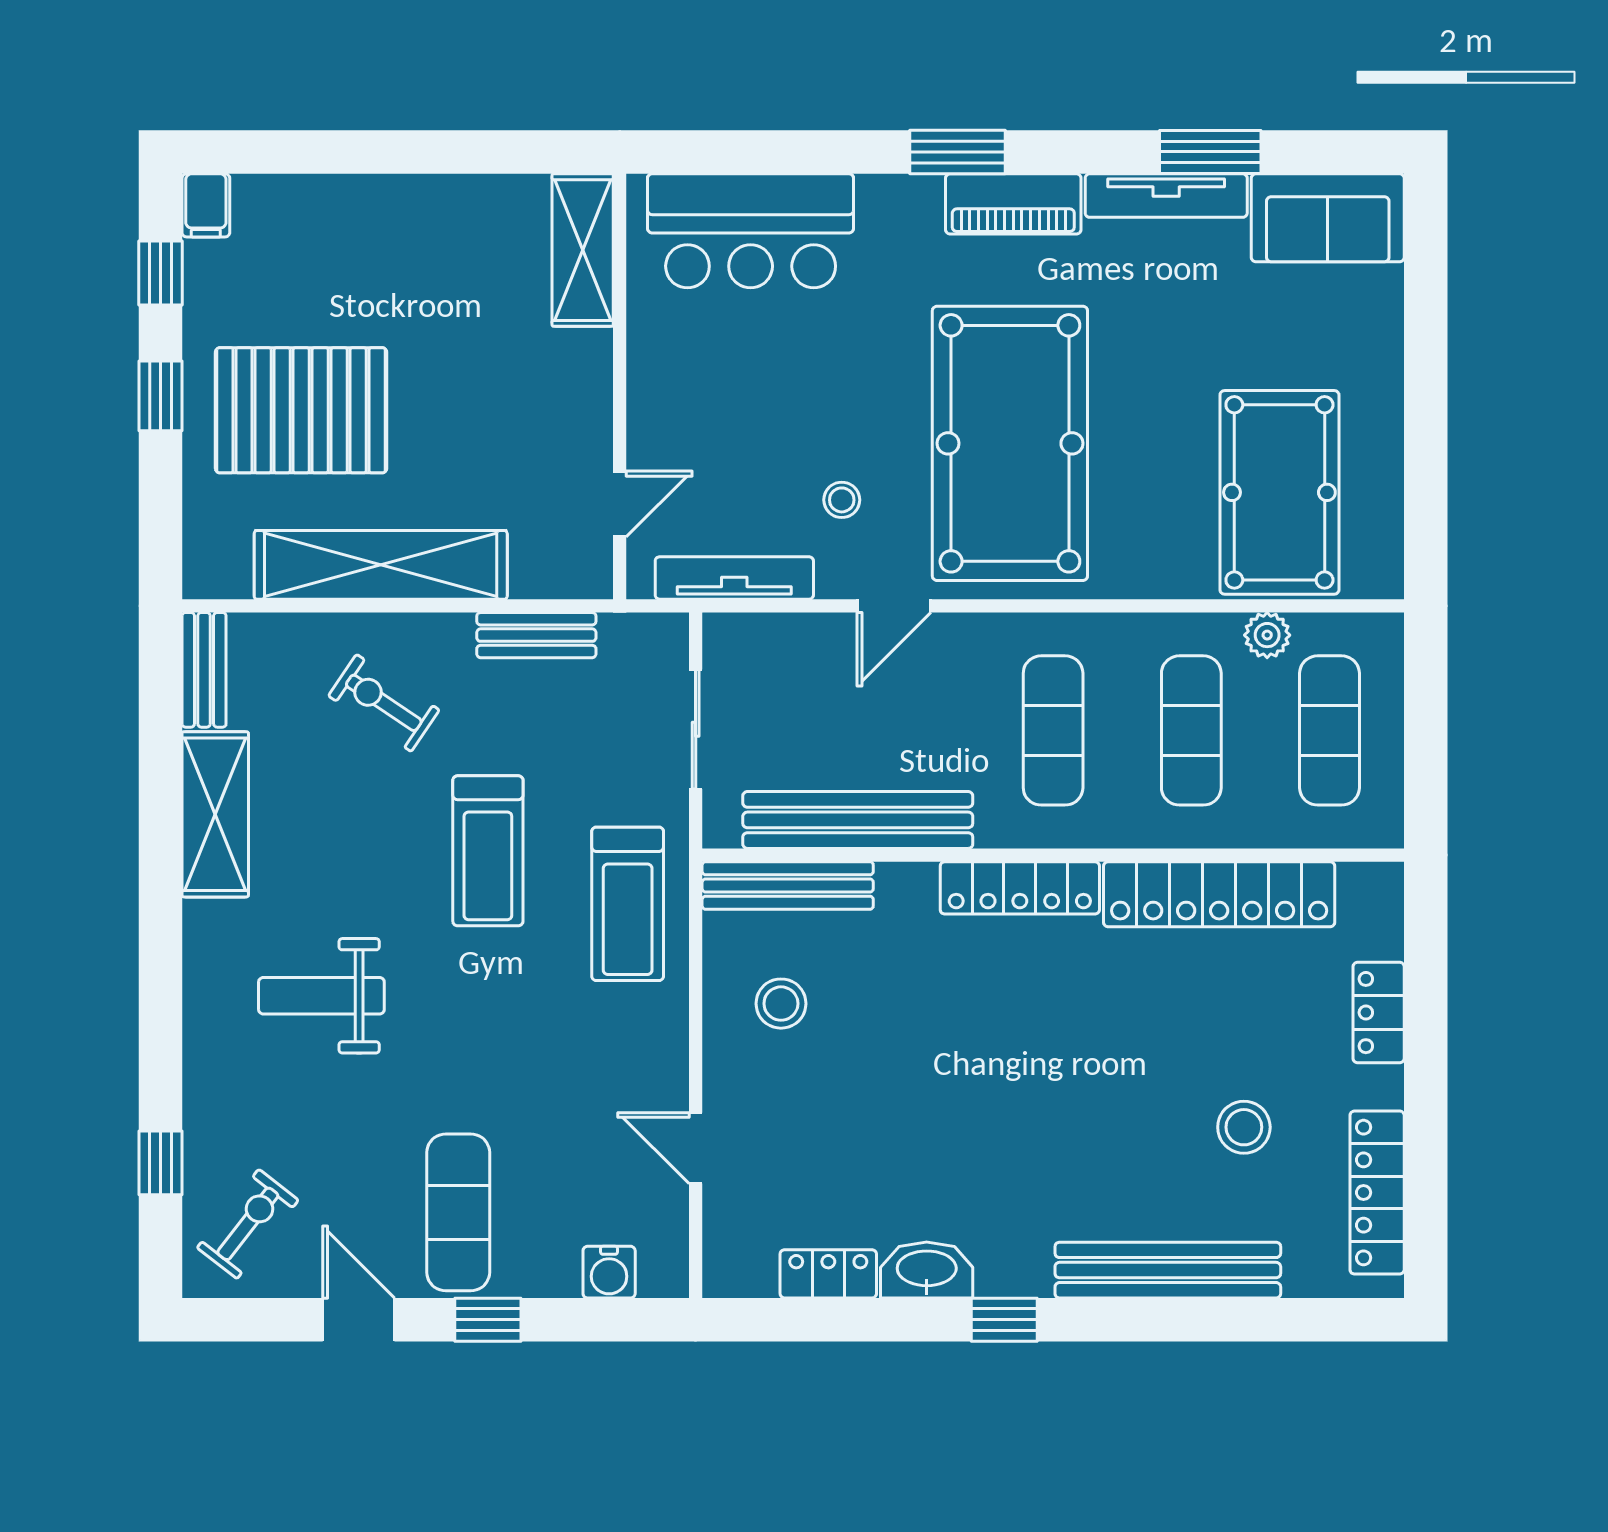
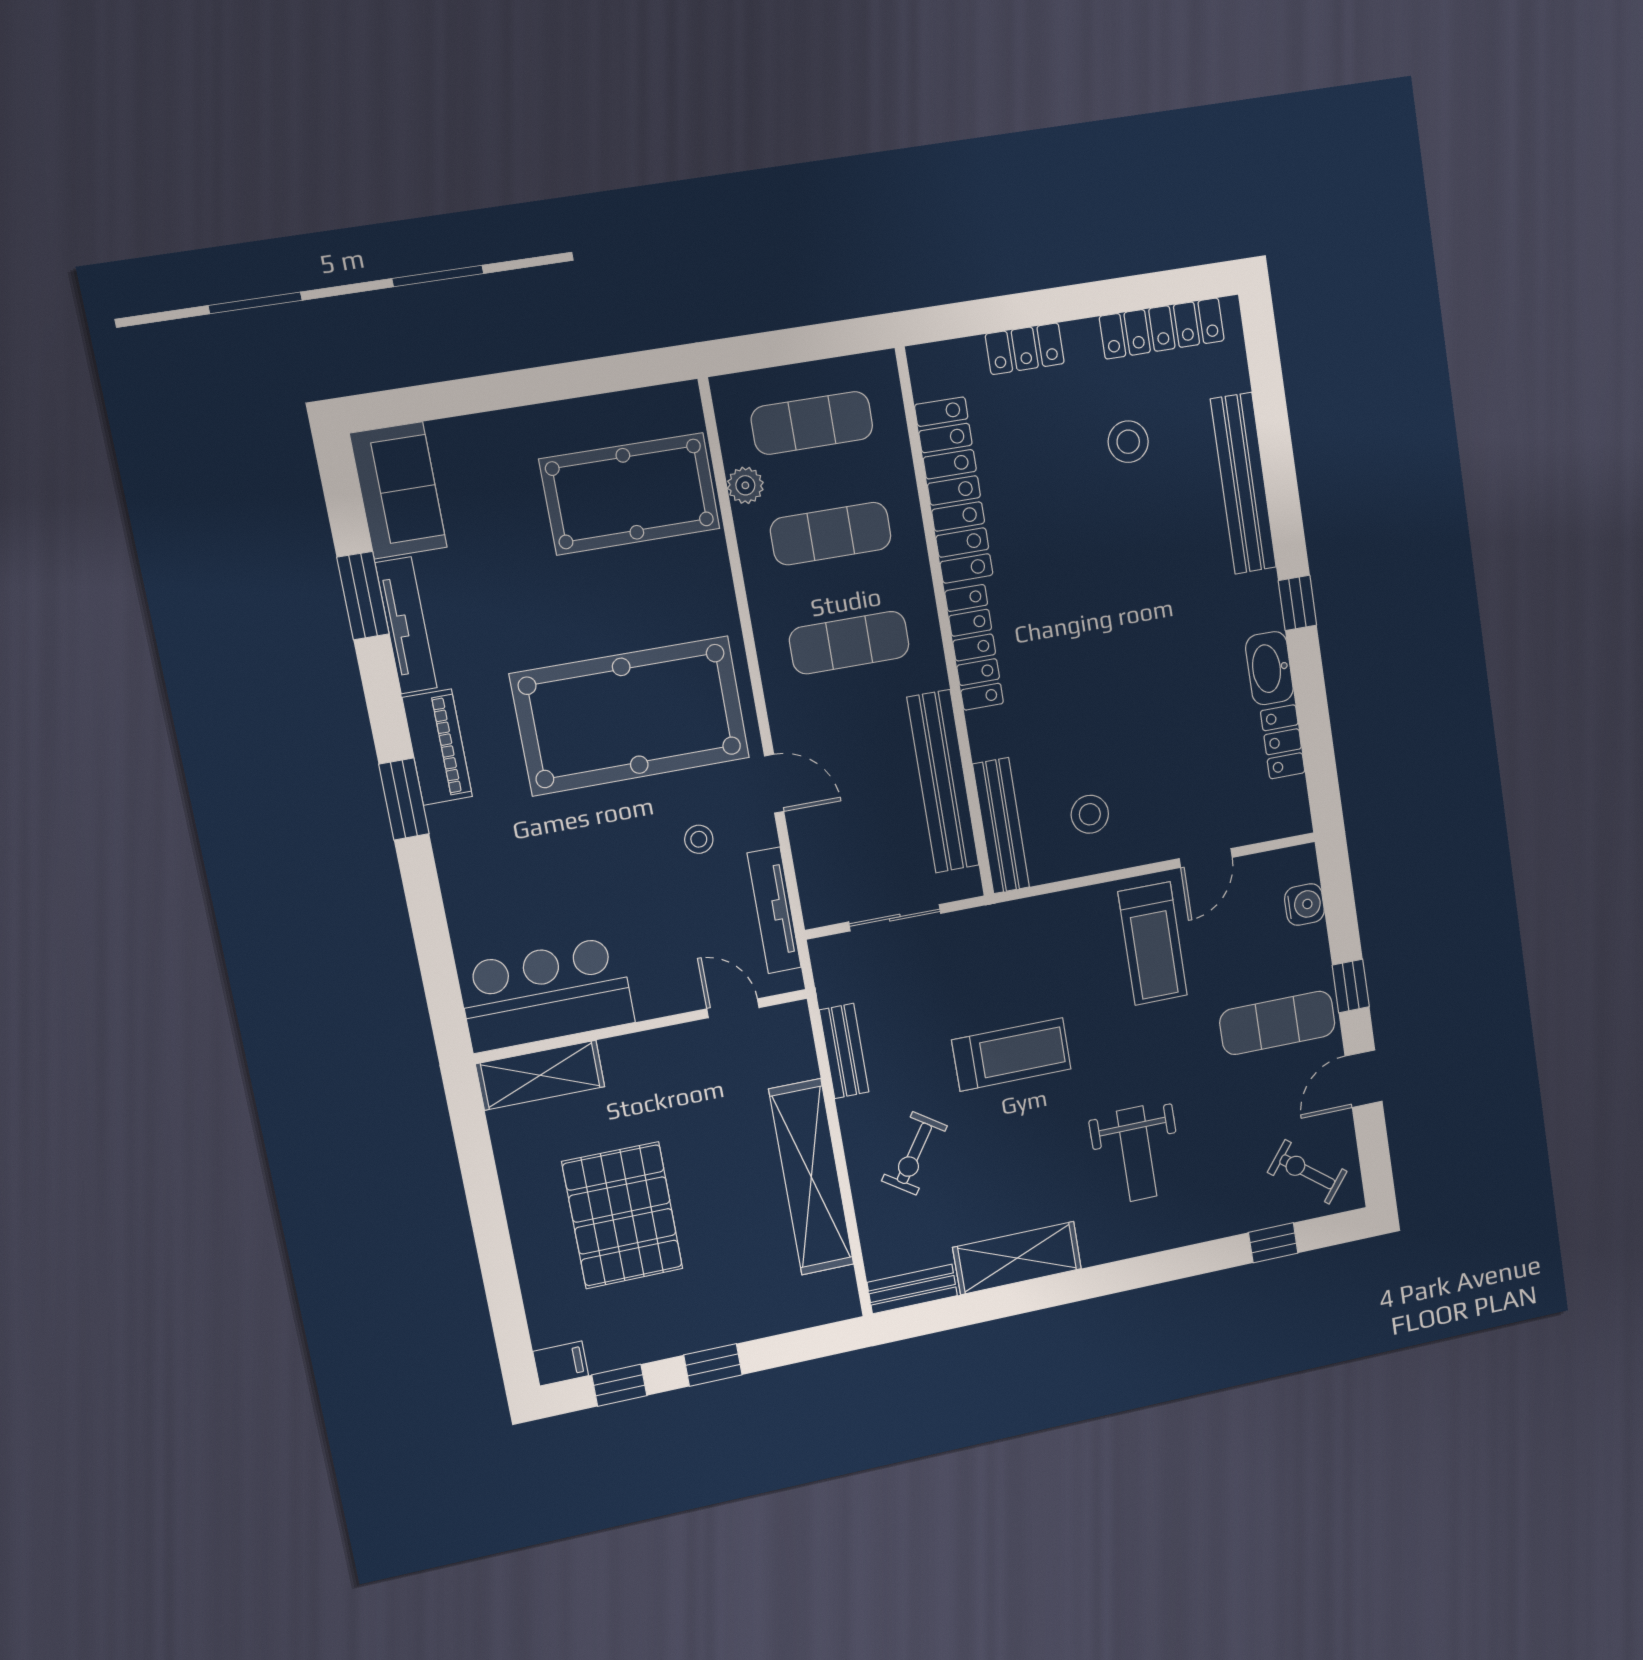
bar counter: (751, 231) -> (546, 994), moved, turned -90
pallet: (301, 410) -> (622, 1215), moved
treadmill: (628, 904) -> (1153, 944), moved, turned 90

